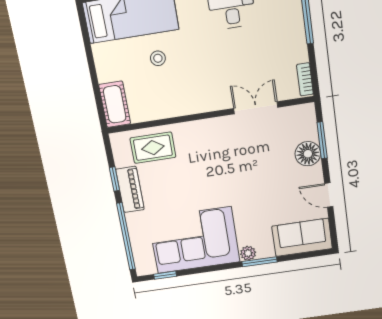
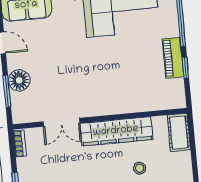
wardrobe: (189, 101) -> (116, 131), added
rug: (153, 148) -> (150, 93), removed

